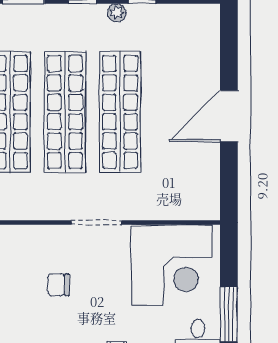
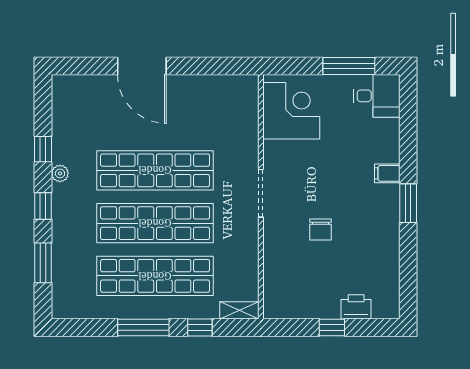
door: (229, 116) -> (142, 66), moved
corner desk: (171, 265) -> (291, 111), width x0.74, depth x0.74

